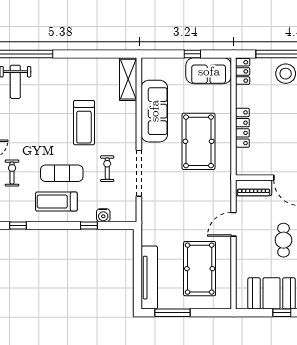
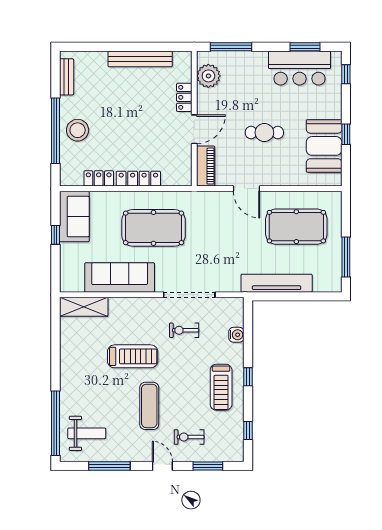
locker: (243, 71) -> (99, 178), moved
exercise mat: (62, 173) -> (149, 406), moved
window: (89, 226) -> (248, 377), moved
tv unit: (149, 278) -> (277, 283), moved

